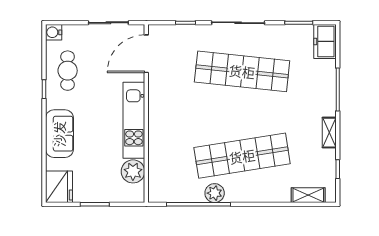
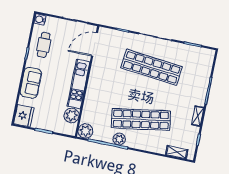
freezer: (325, 41) -> (207, 59), removed
plant: (160, 191) -> (85, 131), added

